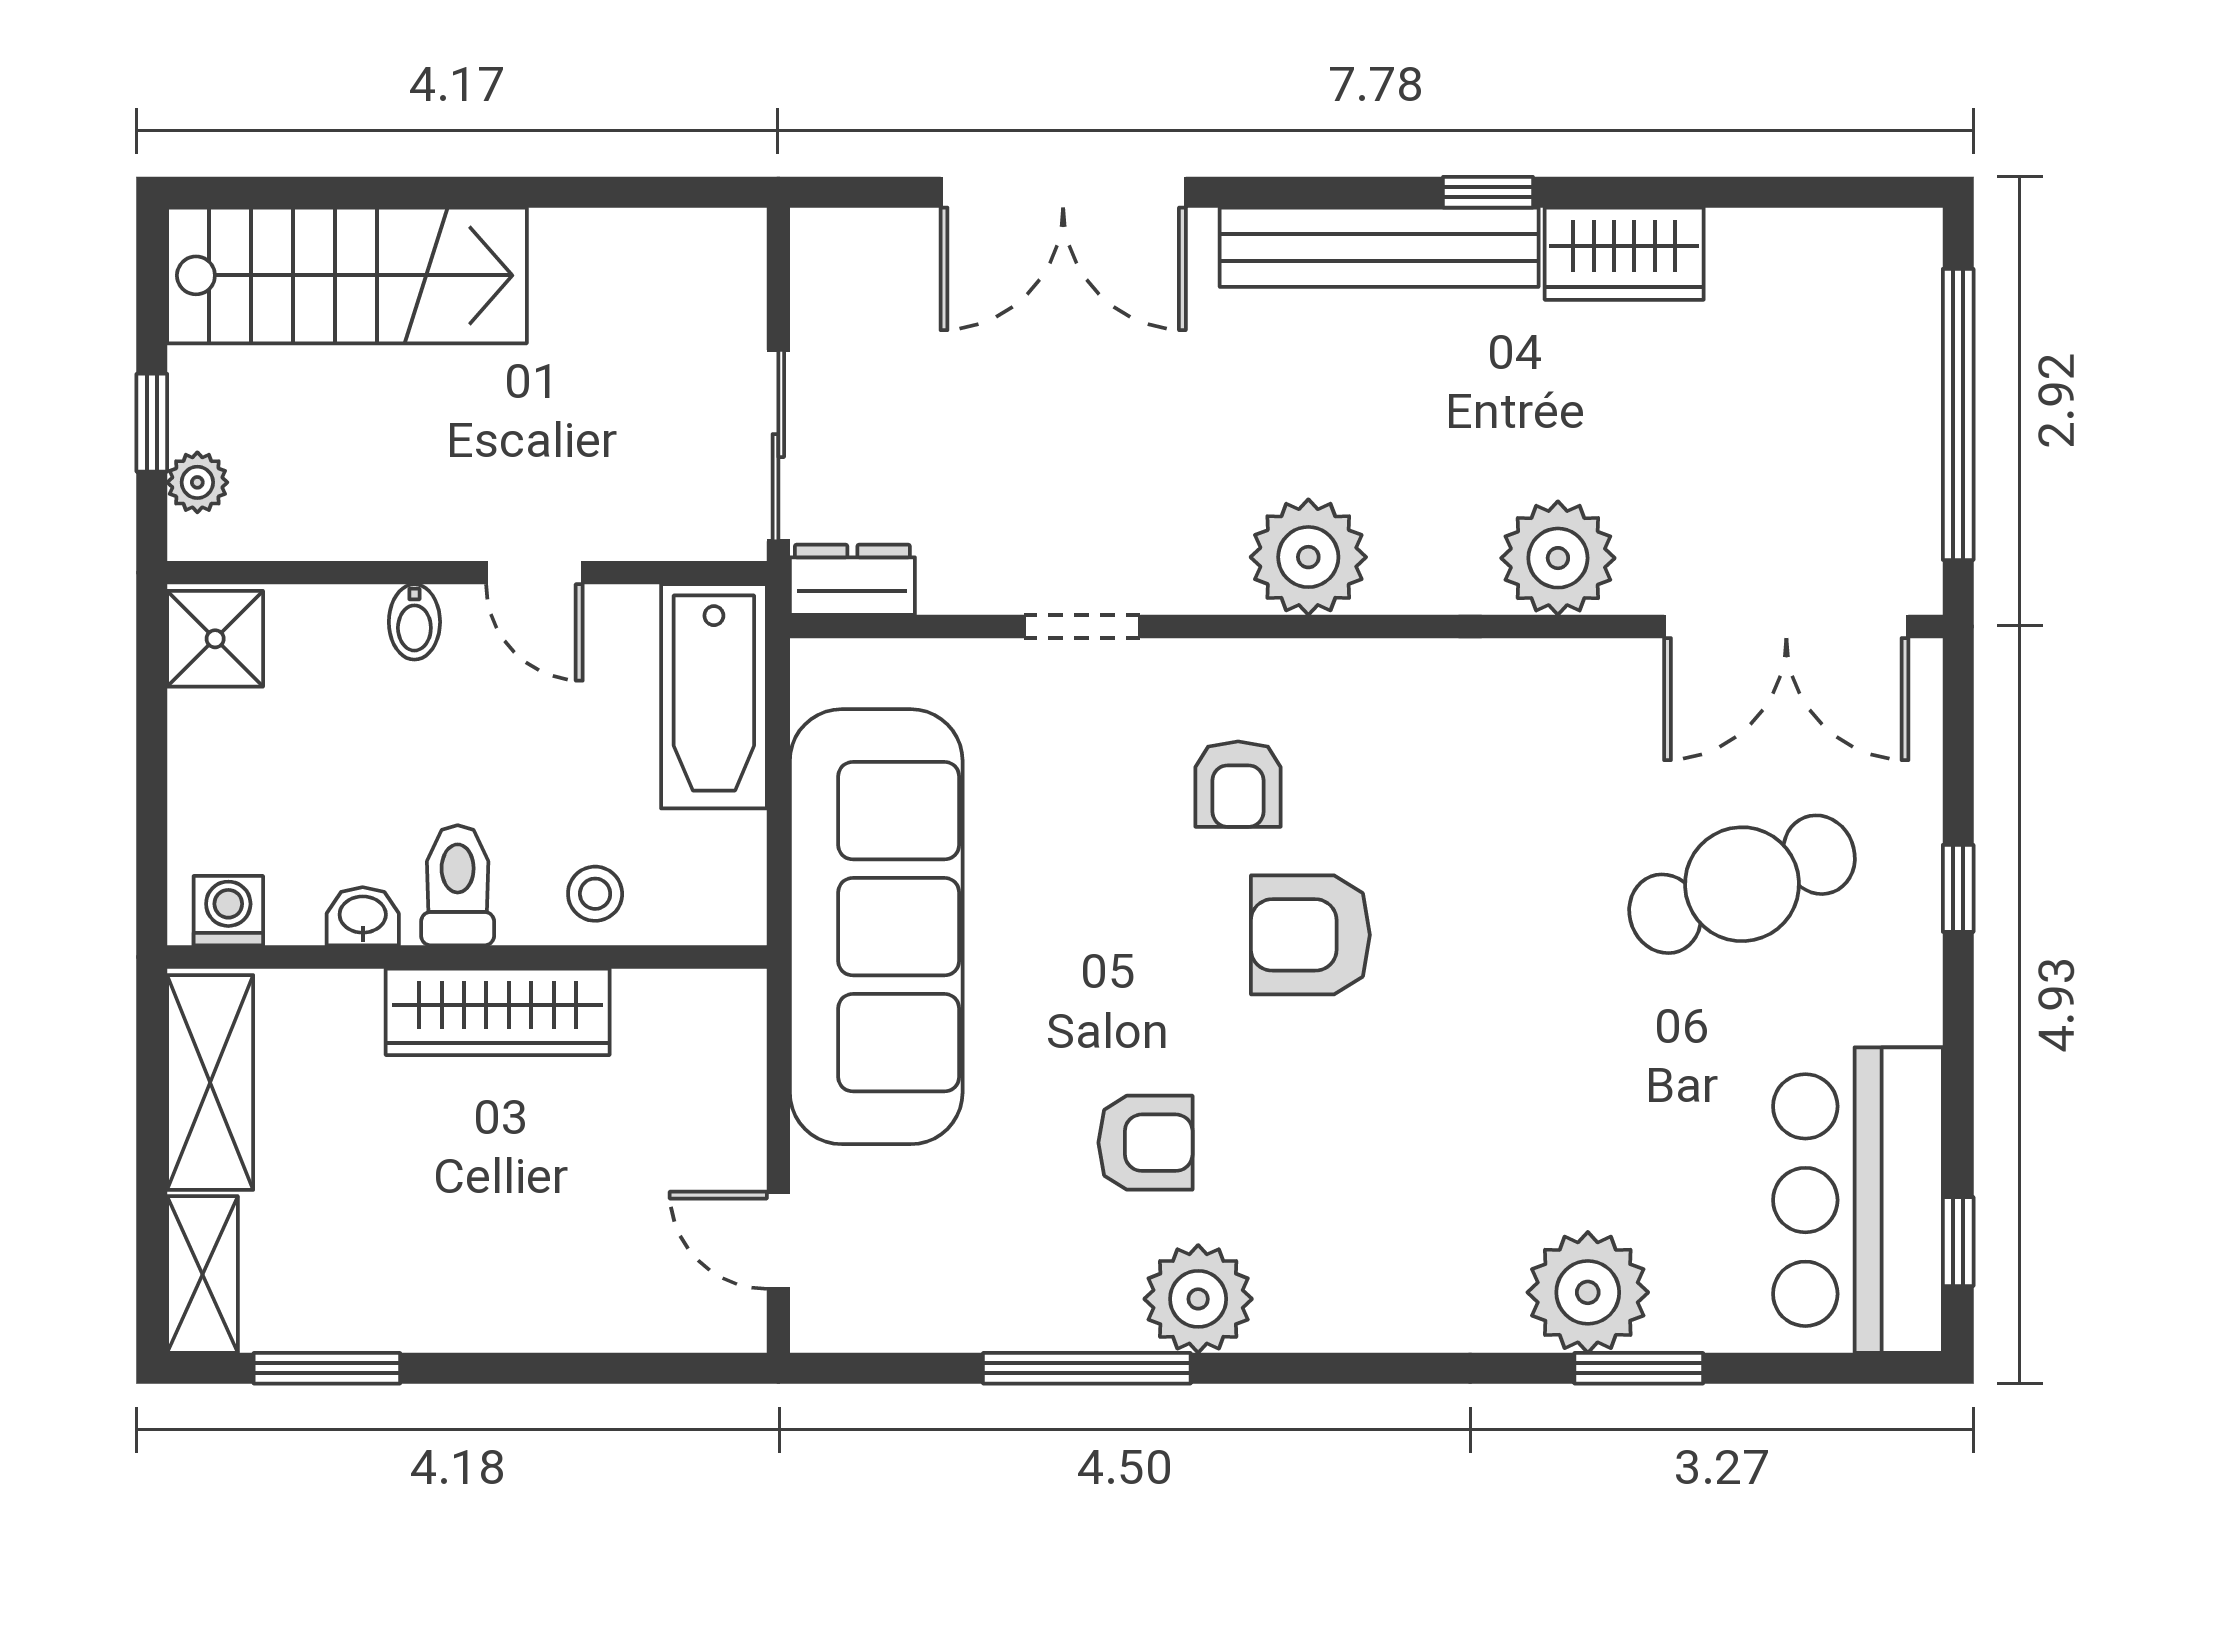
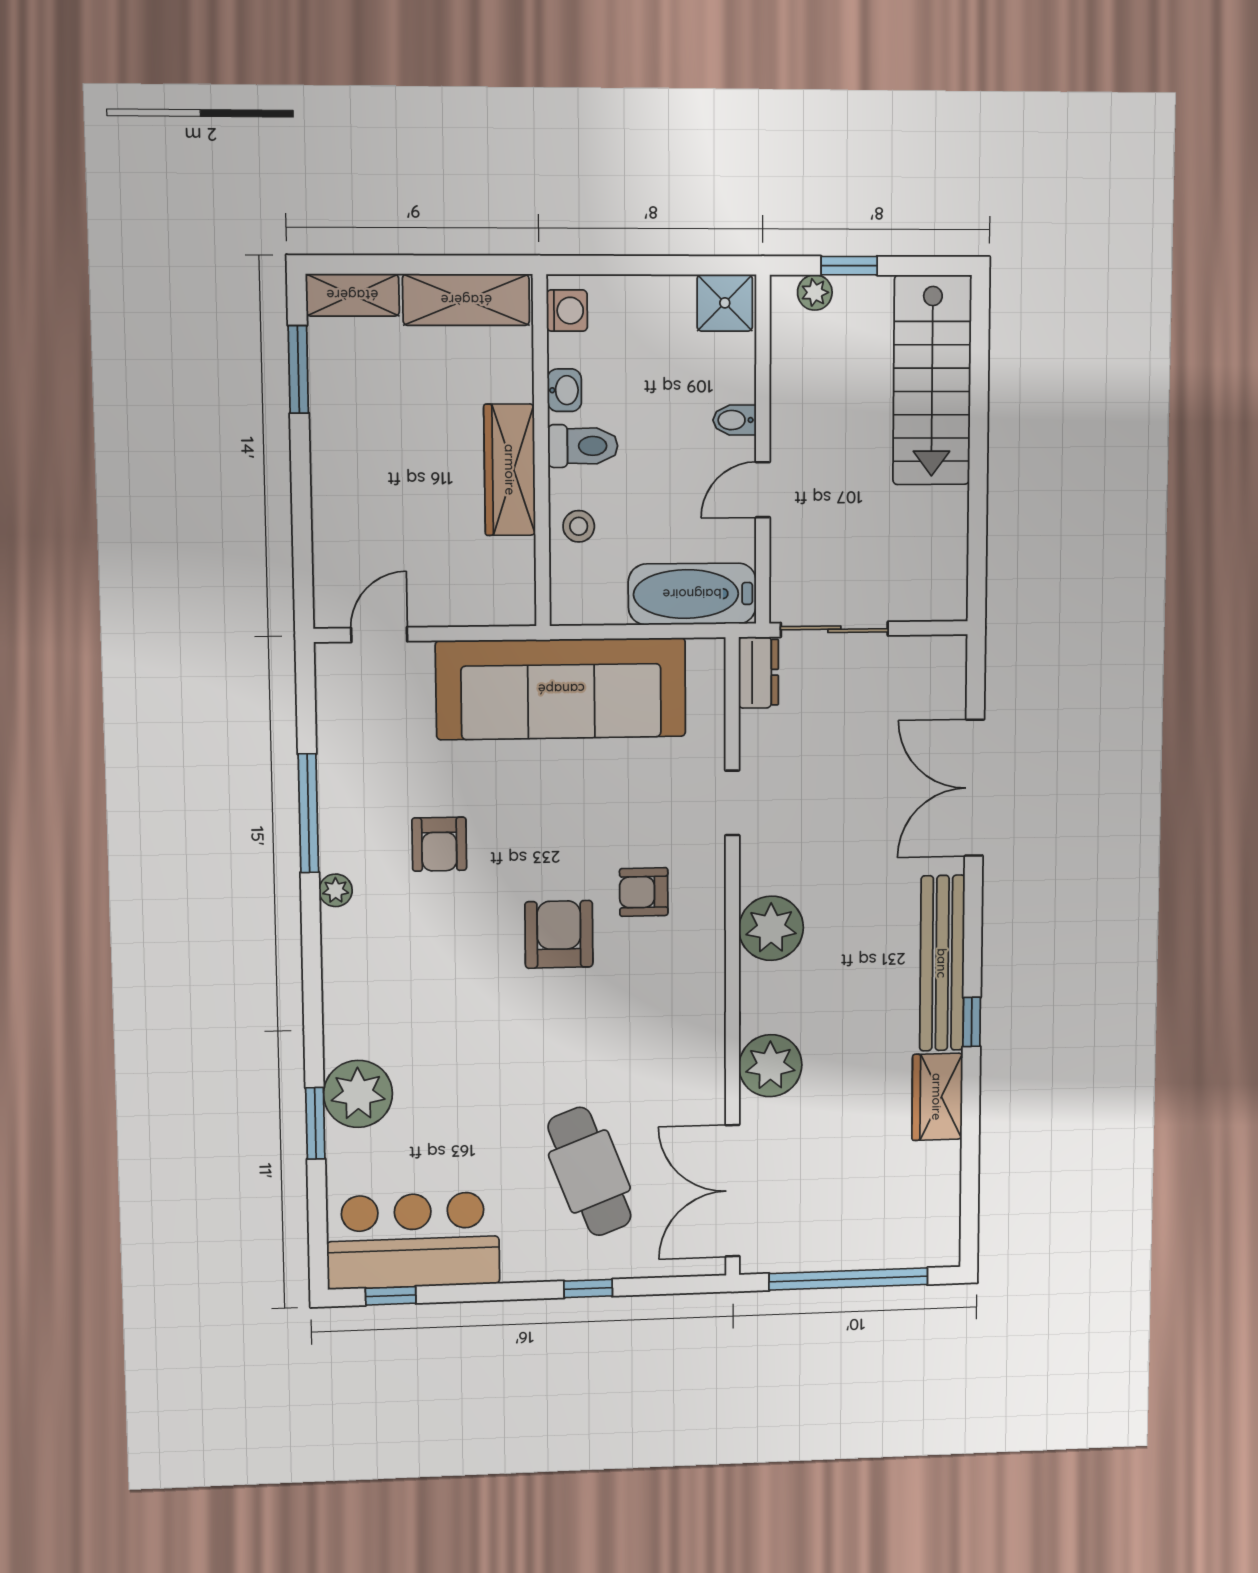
plant: (1198, 1299) -> (336, 890), width x0.53, depth x0.53

